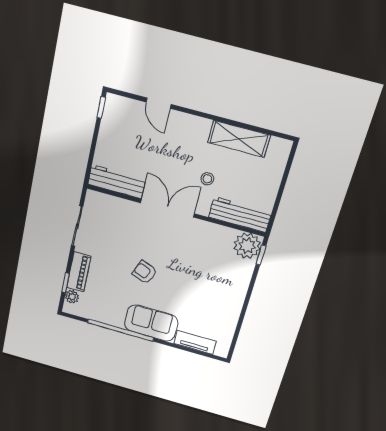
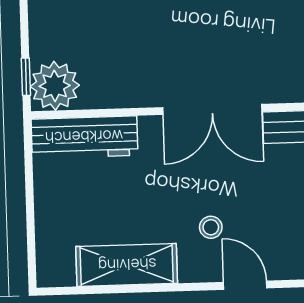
door: (159, 103) -> (245, 285), moved
stool: (207, 179) -> (211, 227), moved

